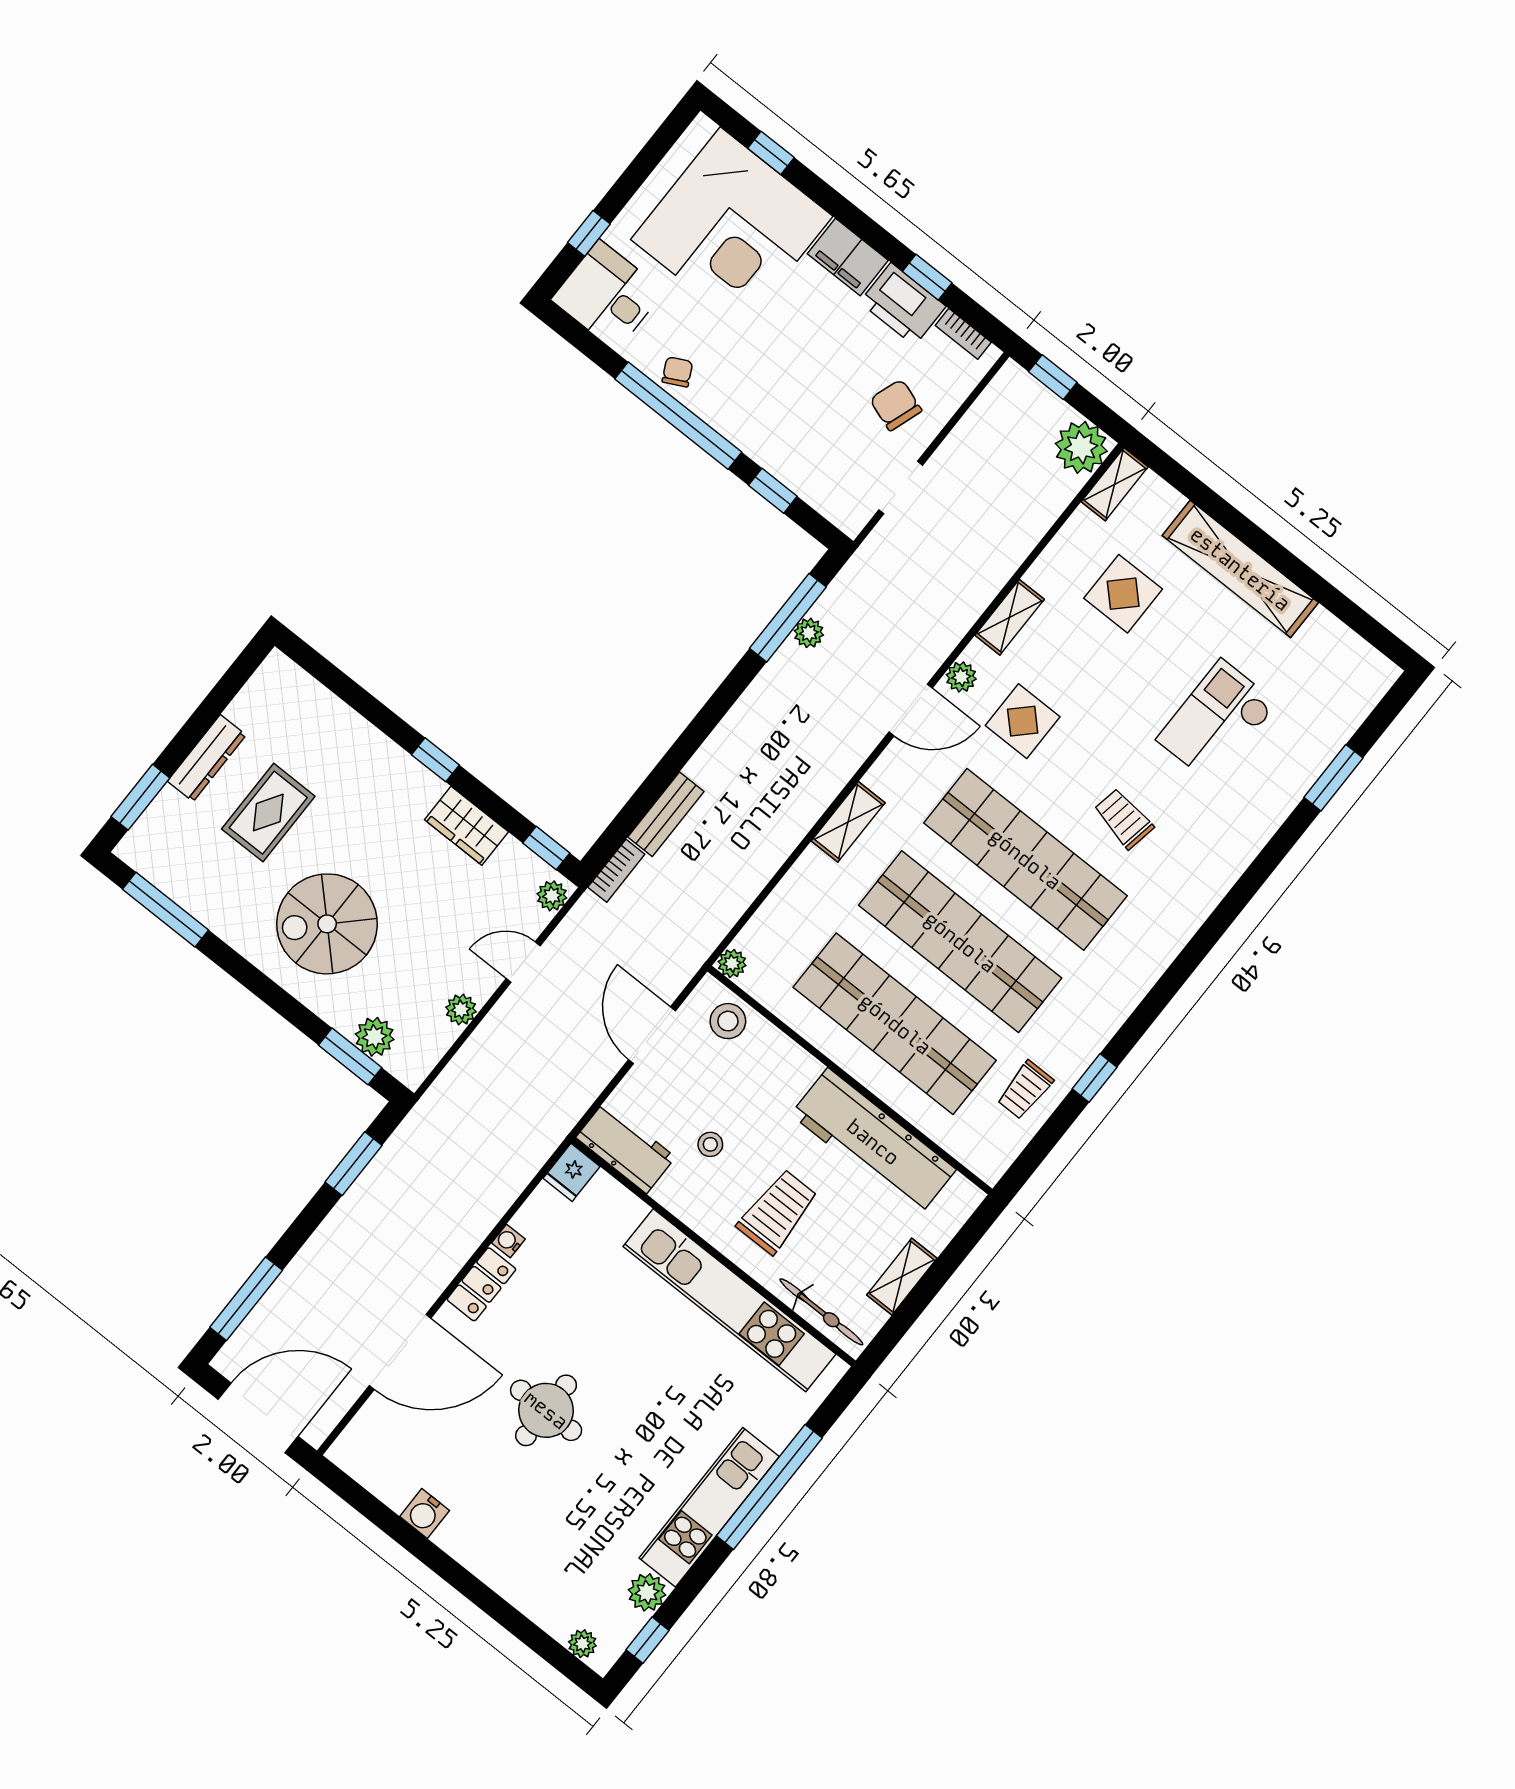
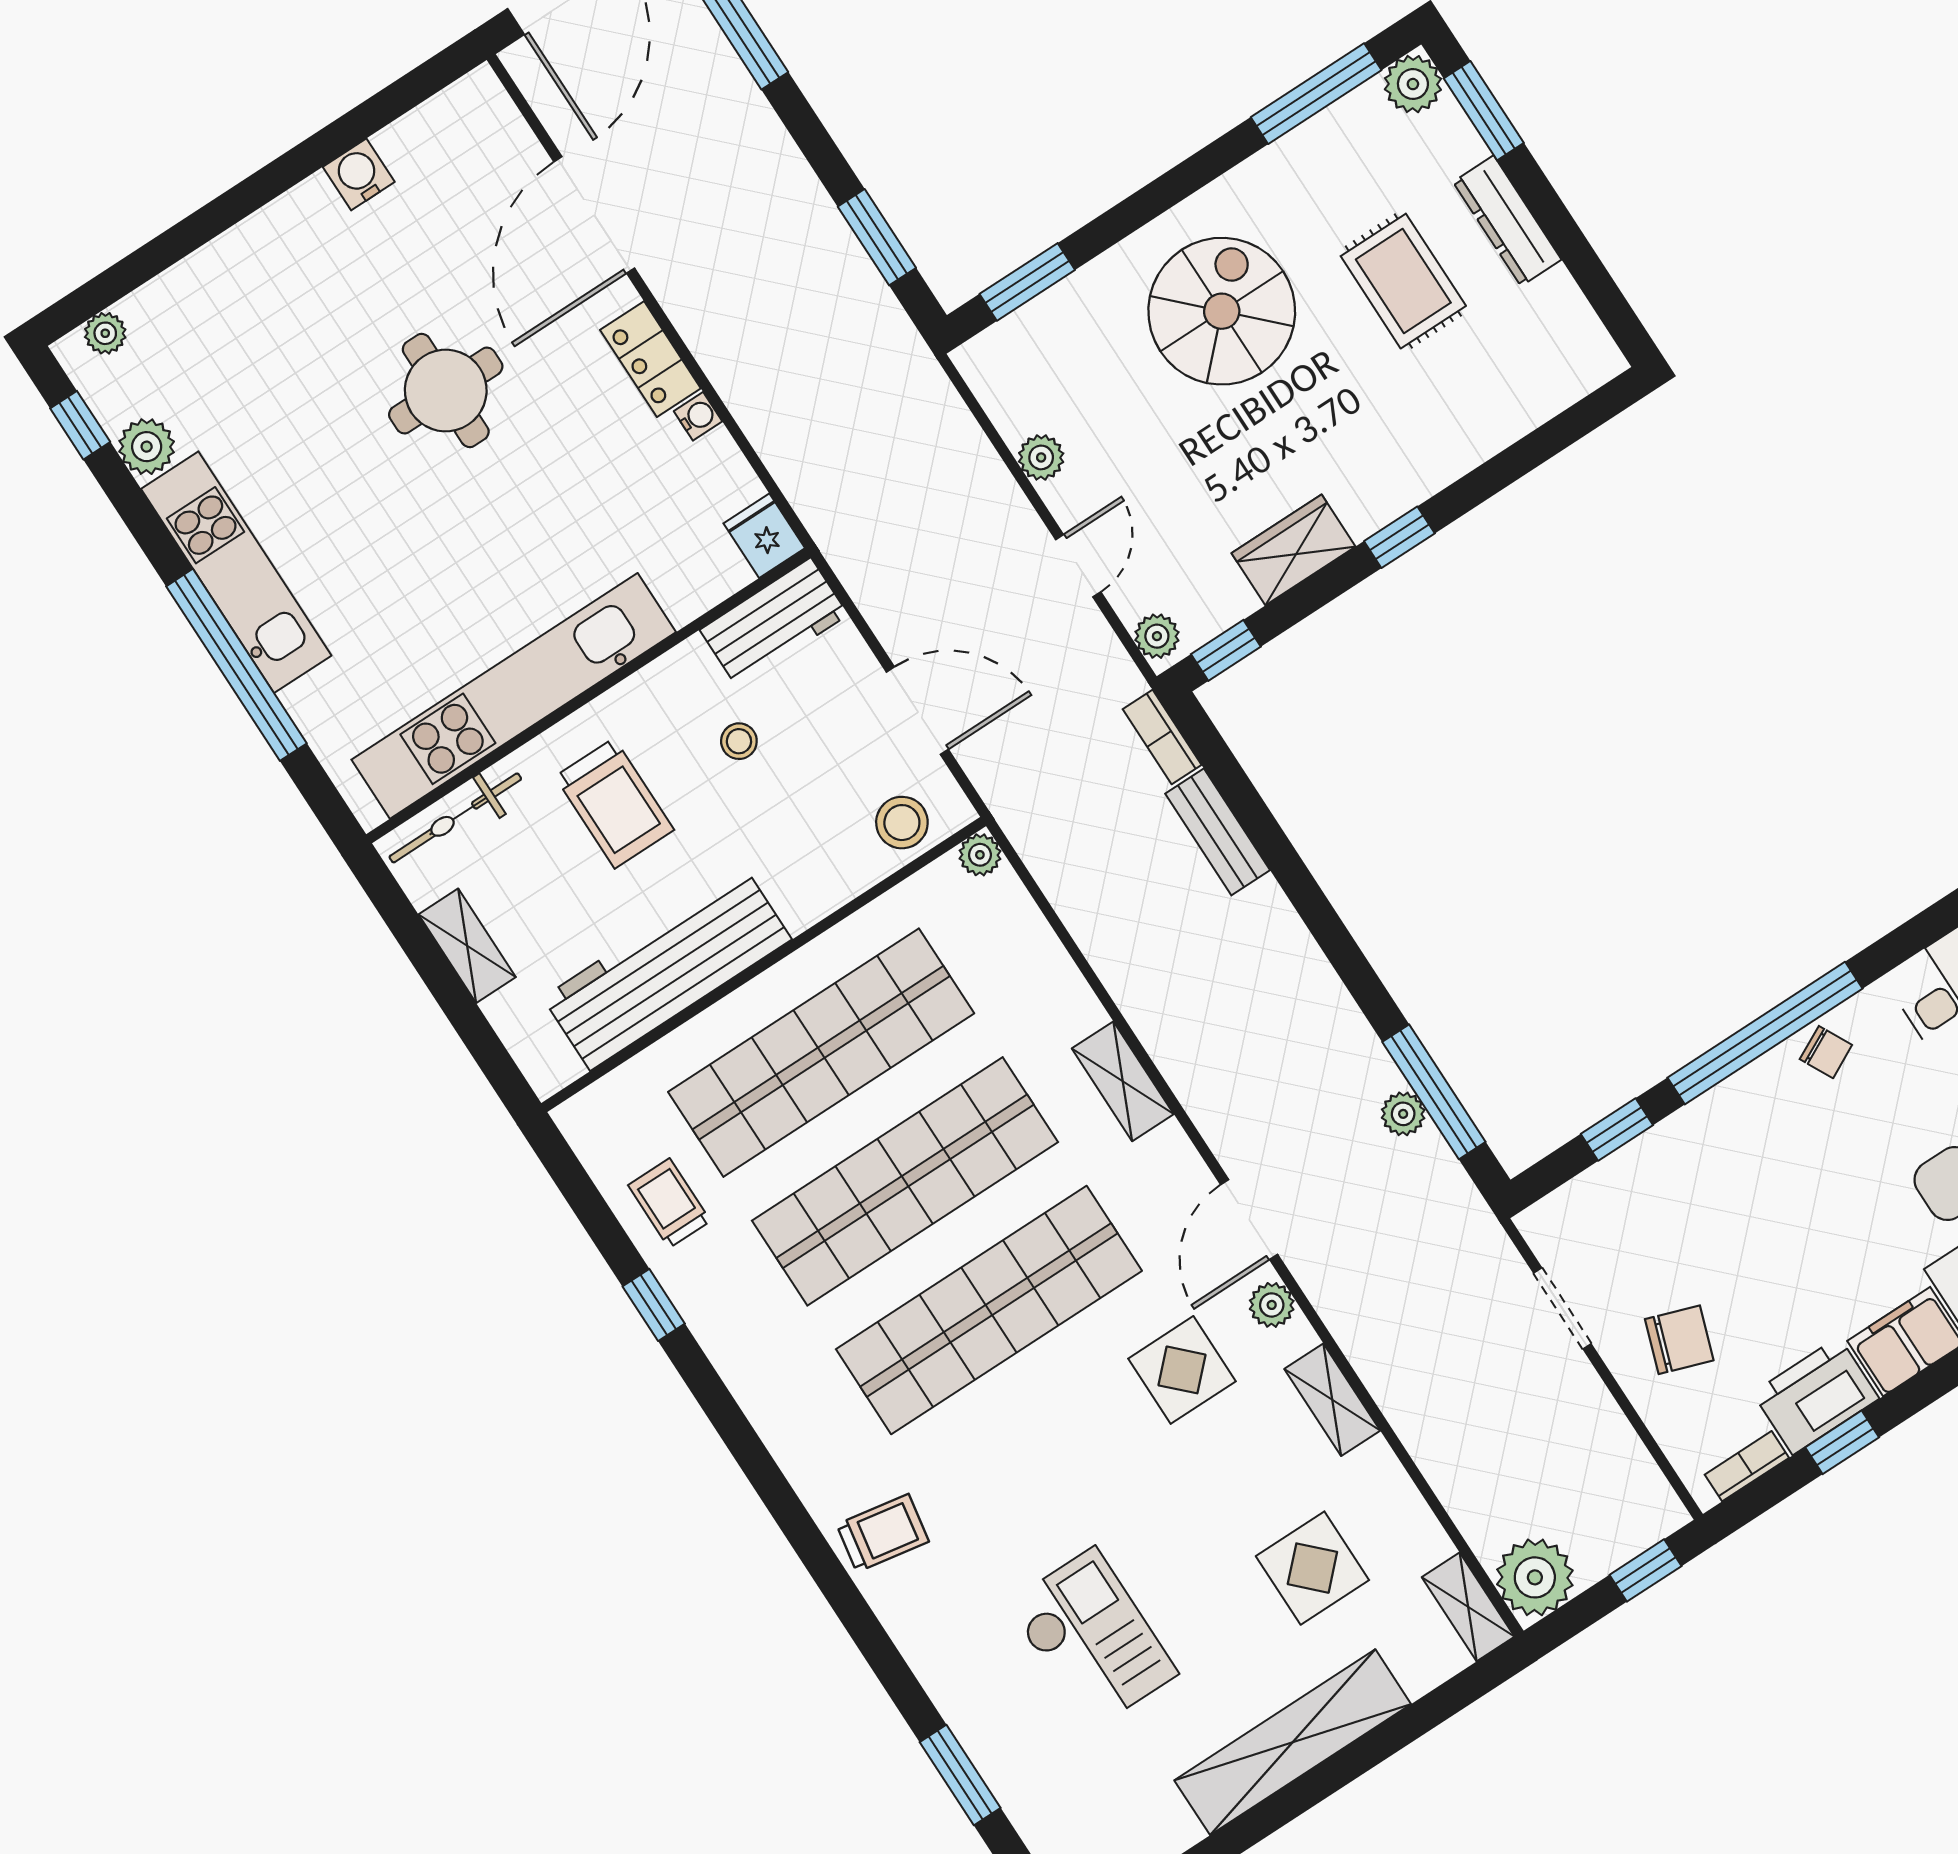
trolley: (1124, 819) -> (883, 1533), moved
plant: (375, 1037) -> (1413, 84), moved

